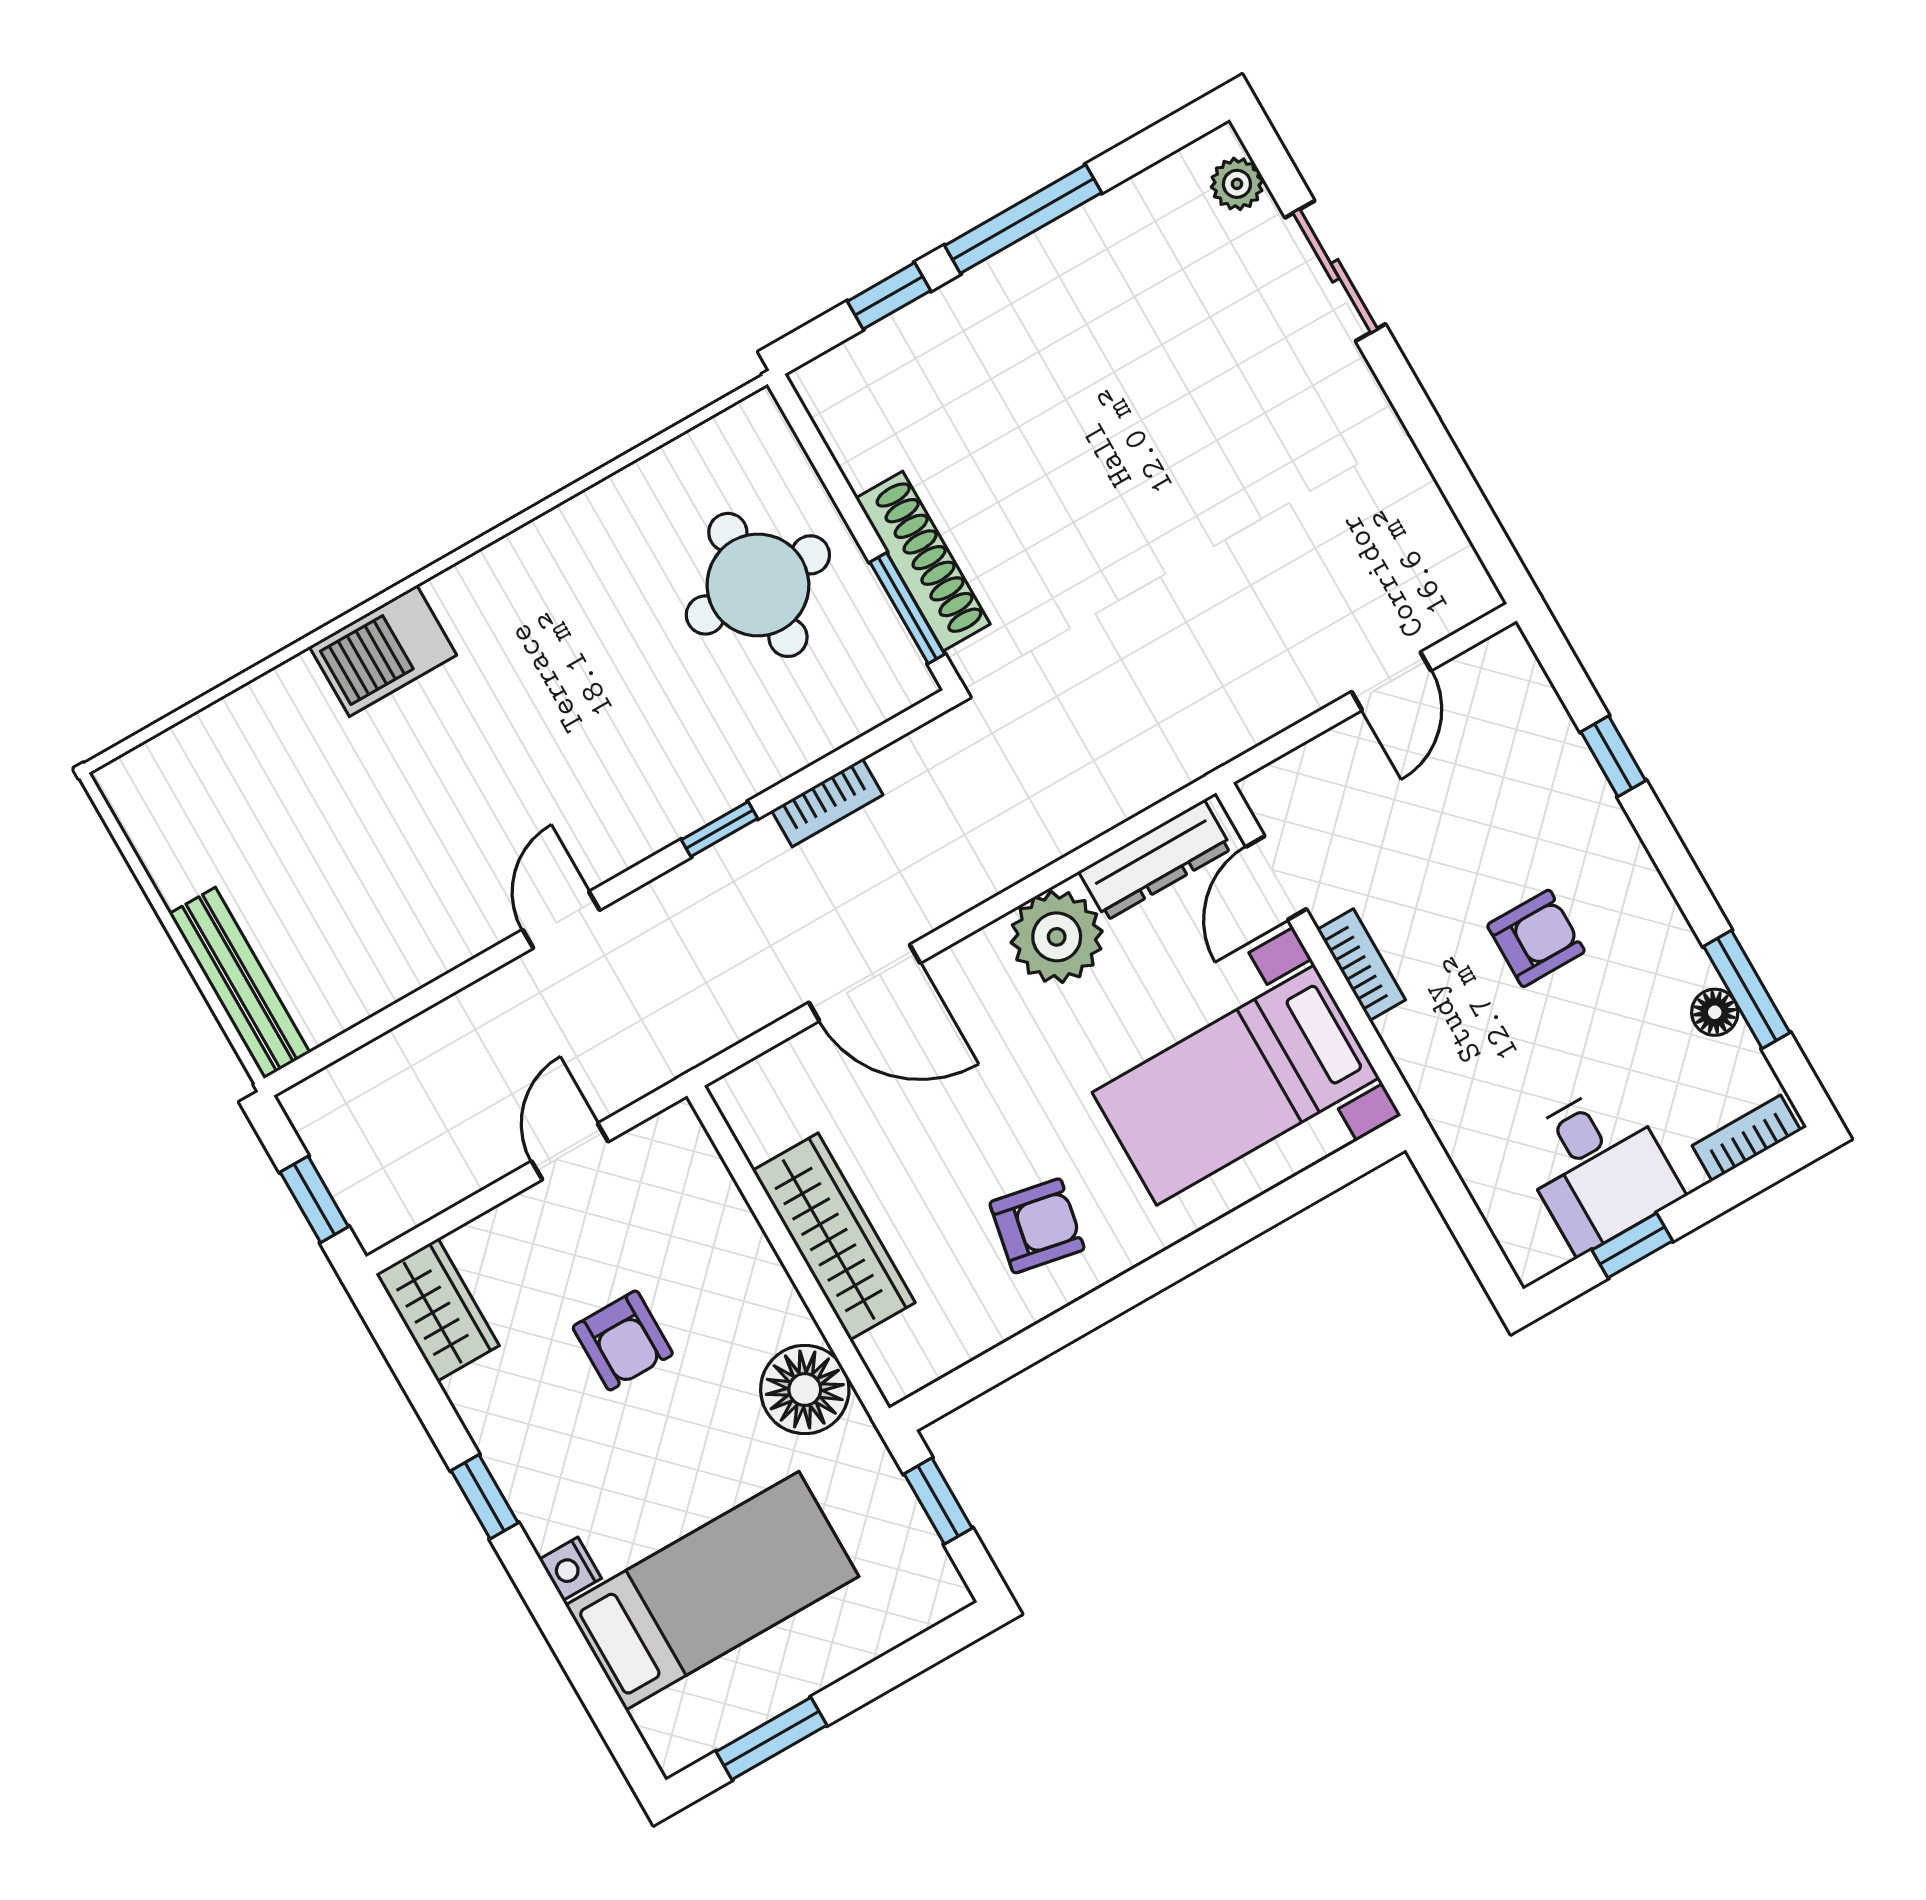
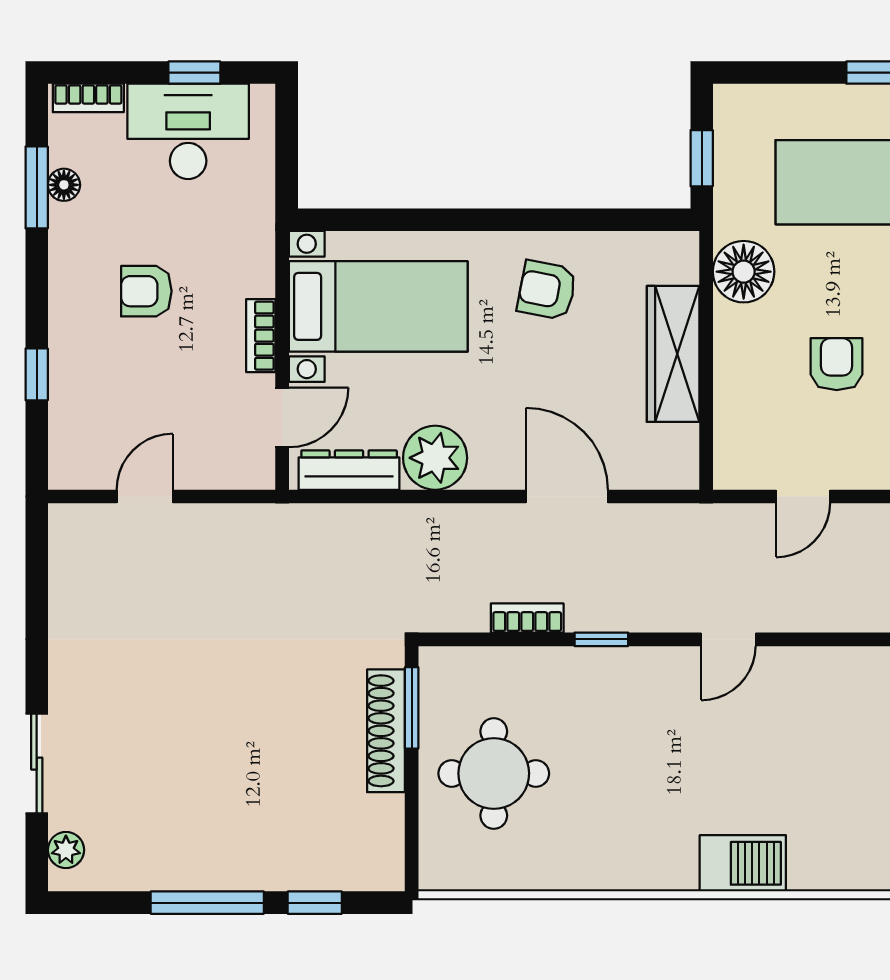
desk: (1598, 1168) -> (188, 131), width x1.37

